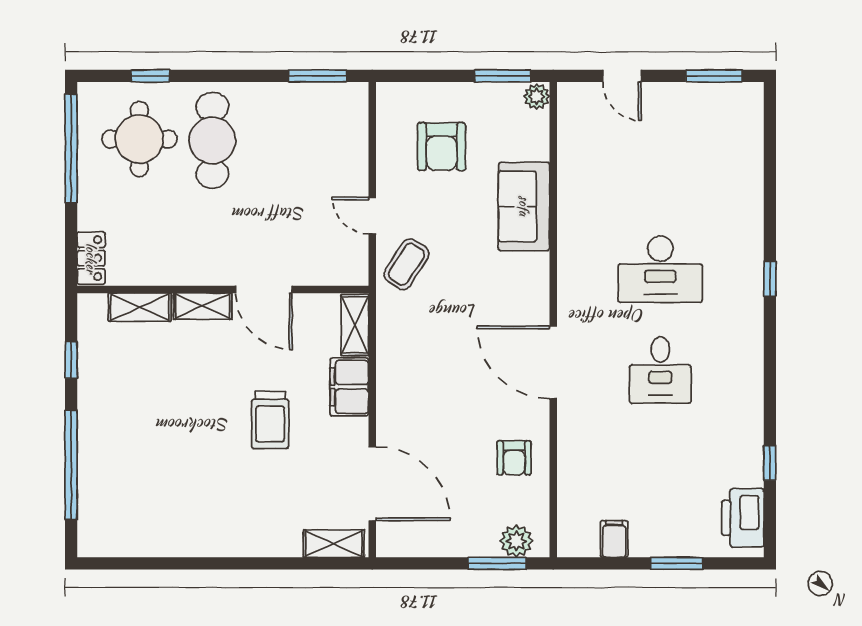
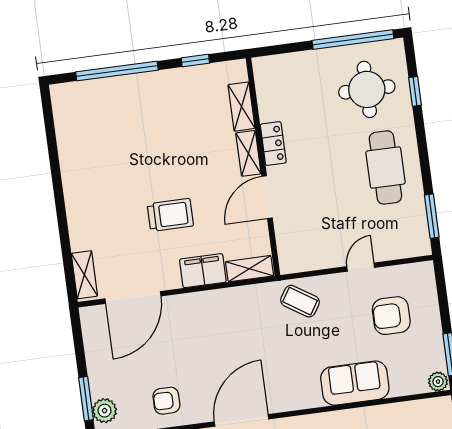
cafe table: (212, 140) -> (385, 167), moved, turned 90
door: (372, 216) -> (361, 267), moved
locker: (91, 258) -> (273, 144), moved, turned -90
trolley: (270, 420) -> (170, 215), turned 180

